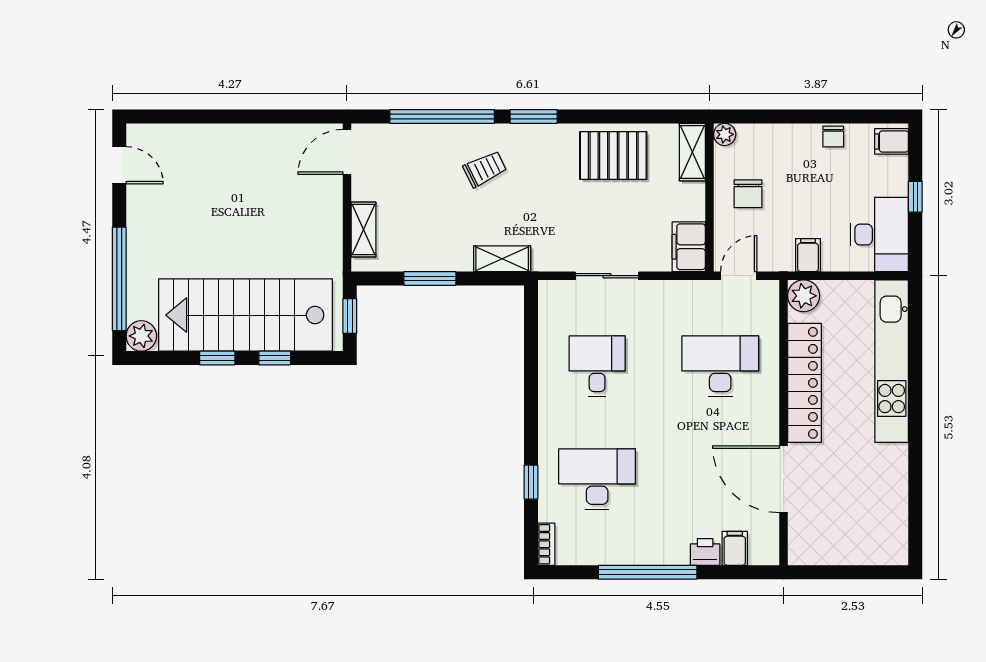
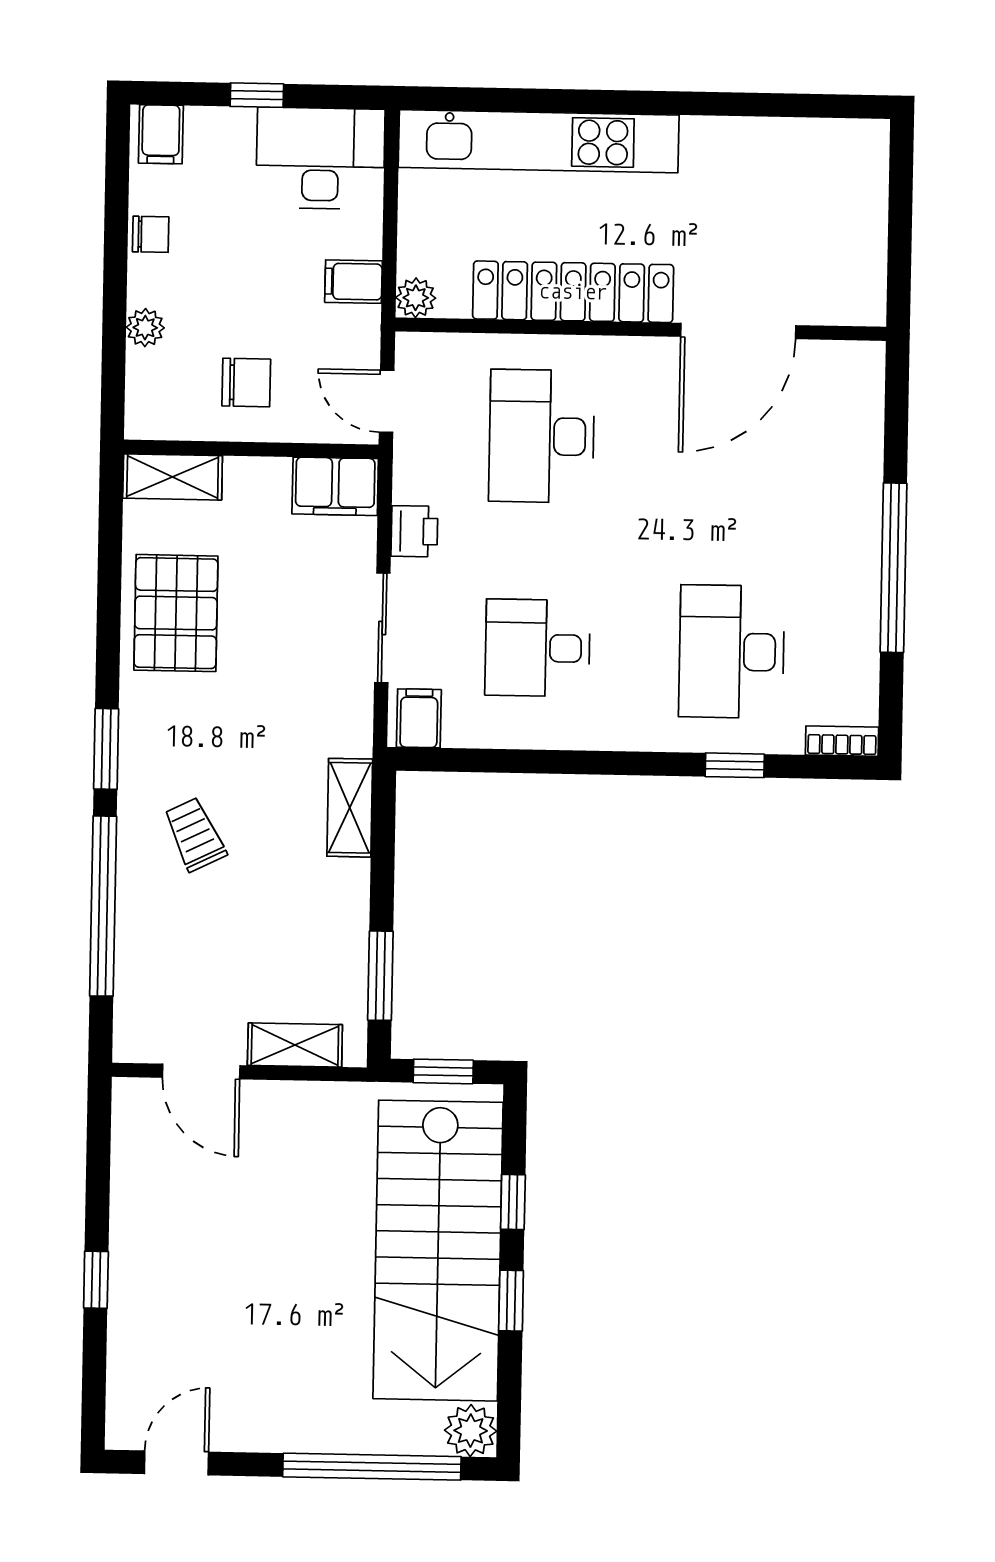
window: (225, 116) -> (96, 1280), added
plant: (725, 134) -> (145, 328), moved
door: (347, 152) -> (201, 1071), moved
window: (430, 278) -> (380, 976), moved
plant: (804, 296) -> (416, 298), width x0.73, depth x0.73
filing cabinet: (735, 548) -> (419, 718), moved, turned 90
printer: (705, 552) -> (414, 531), moved, turned 180

